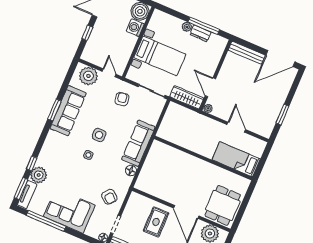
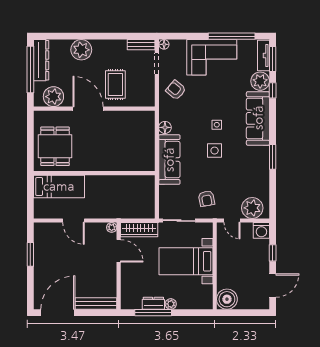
washing machine: (135, 28) -> (261, 230), moved, turned 90
sofa: (68, 111) -> (258, 118), moved
dining table: (223, 205) -> (55, 146), moved

